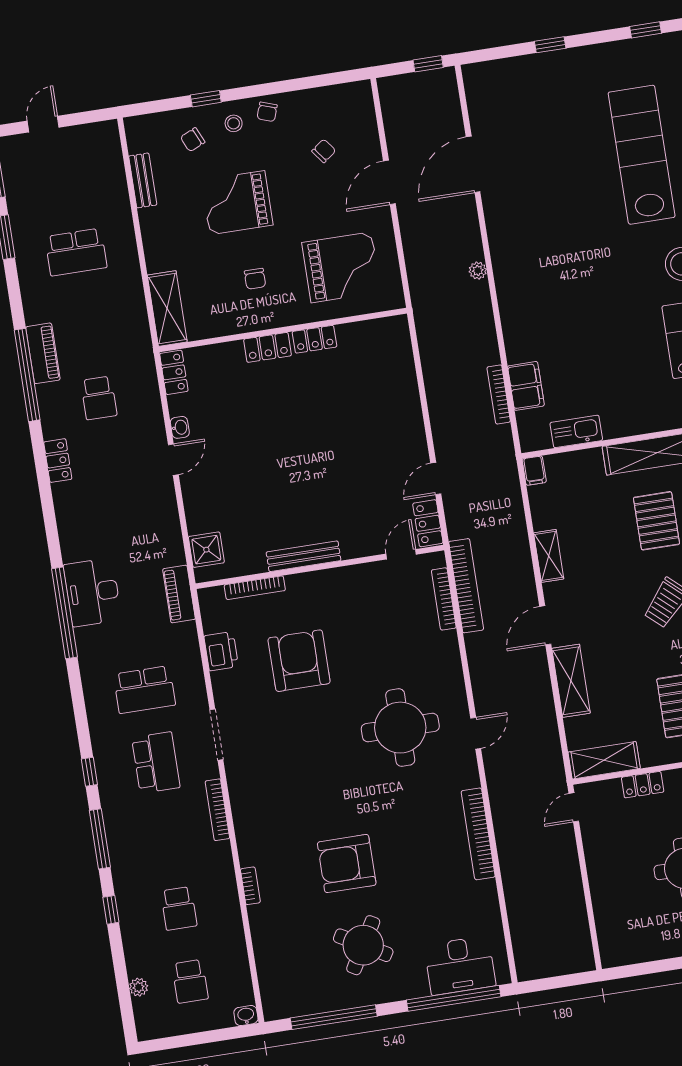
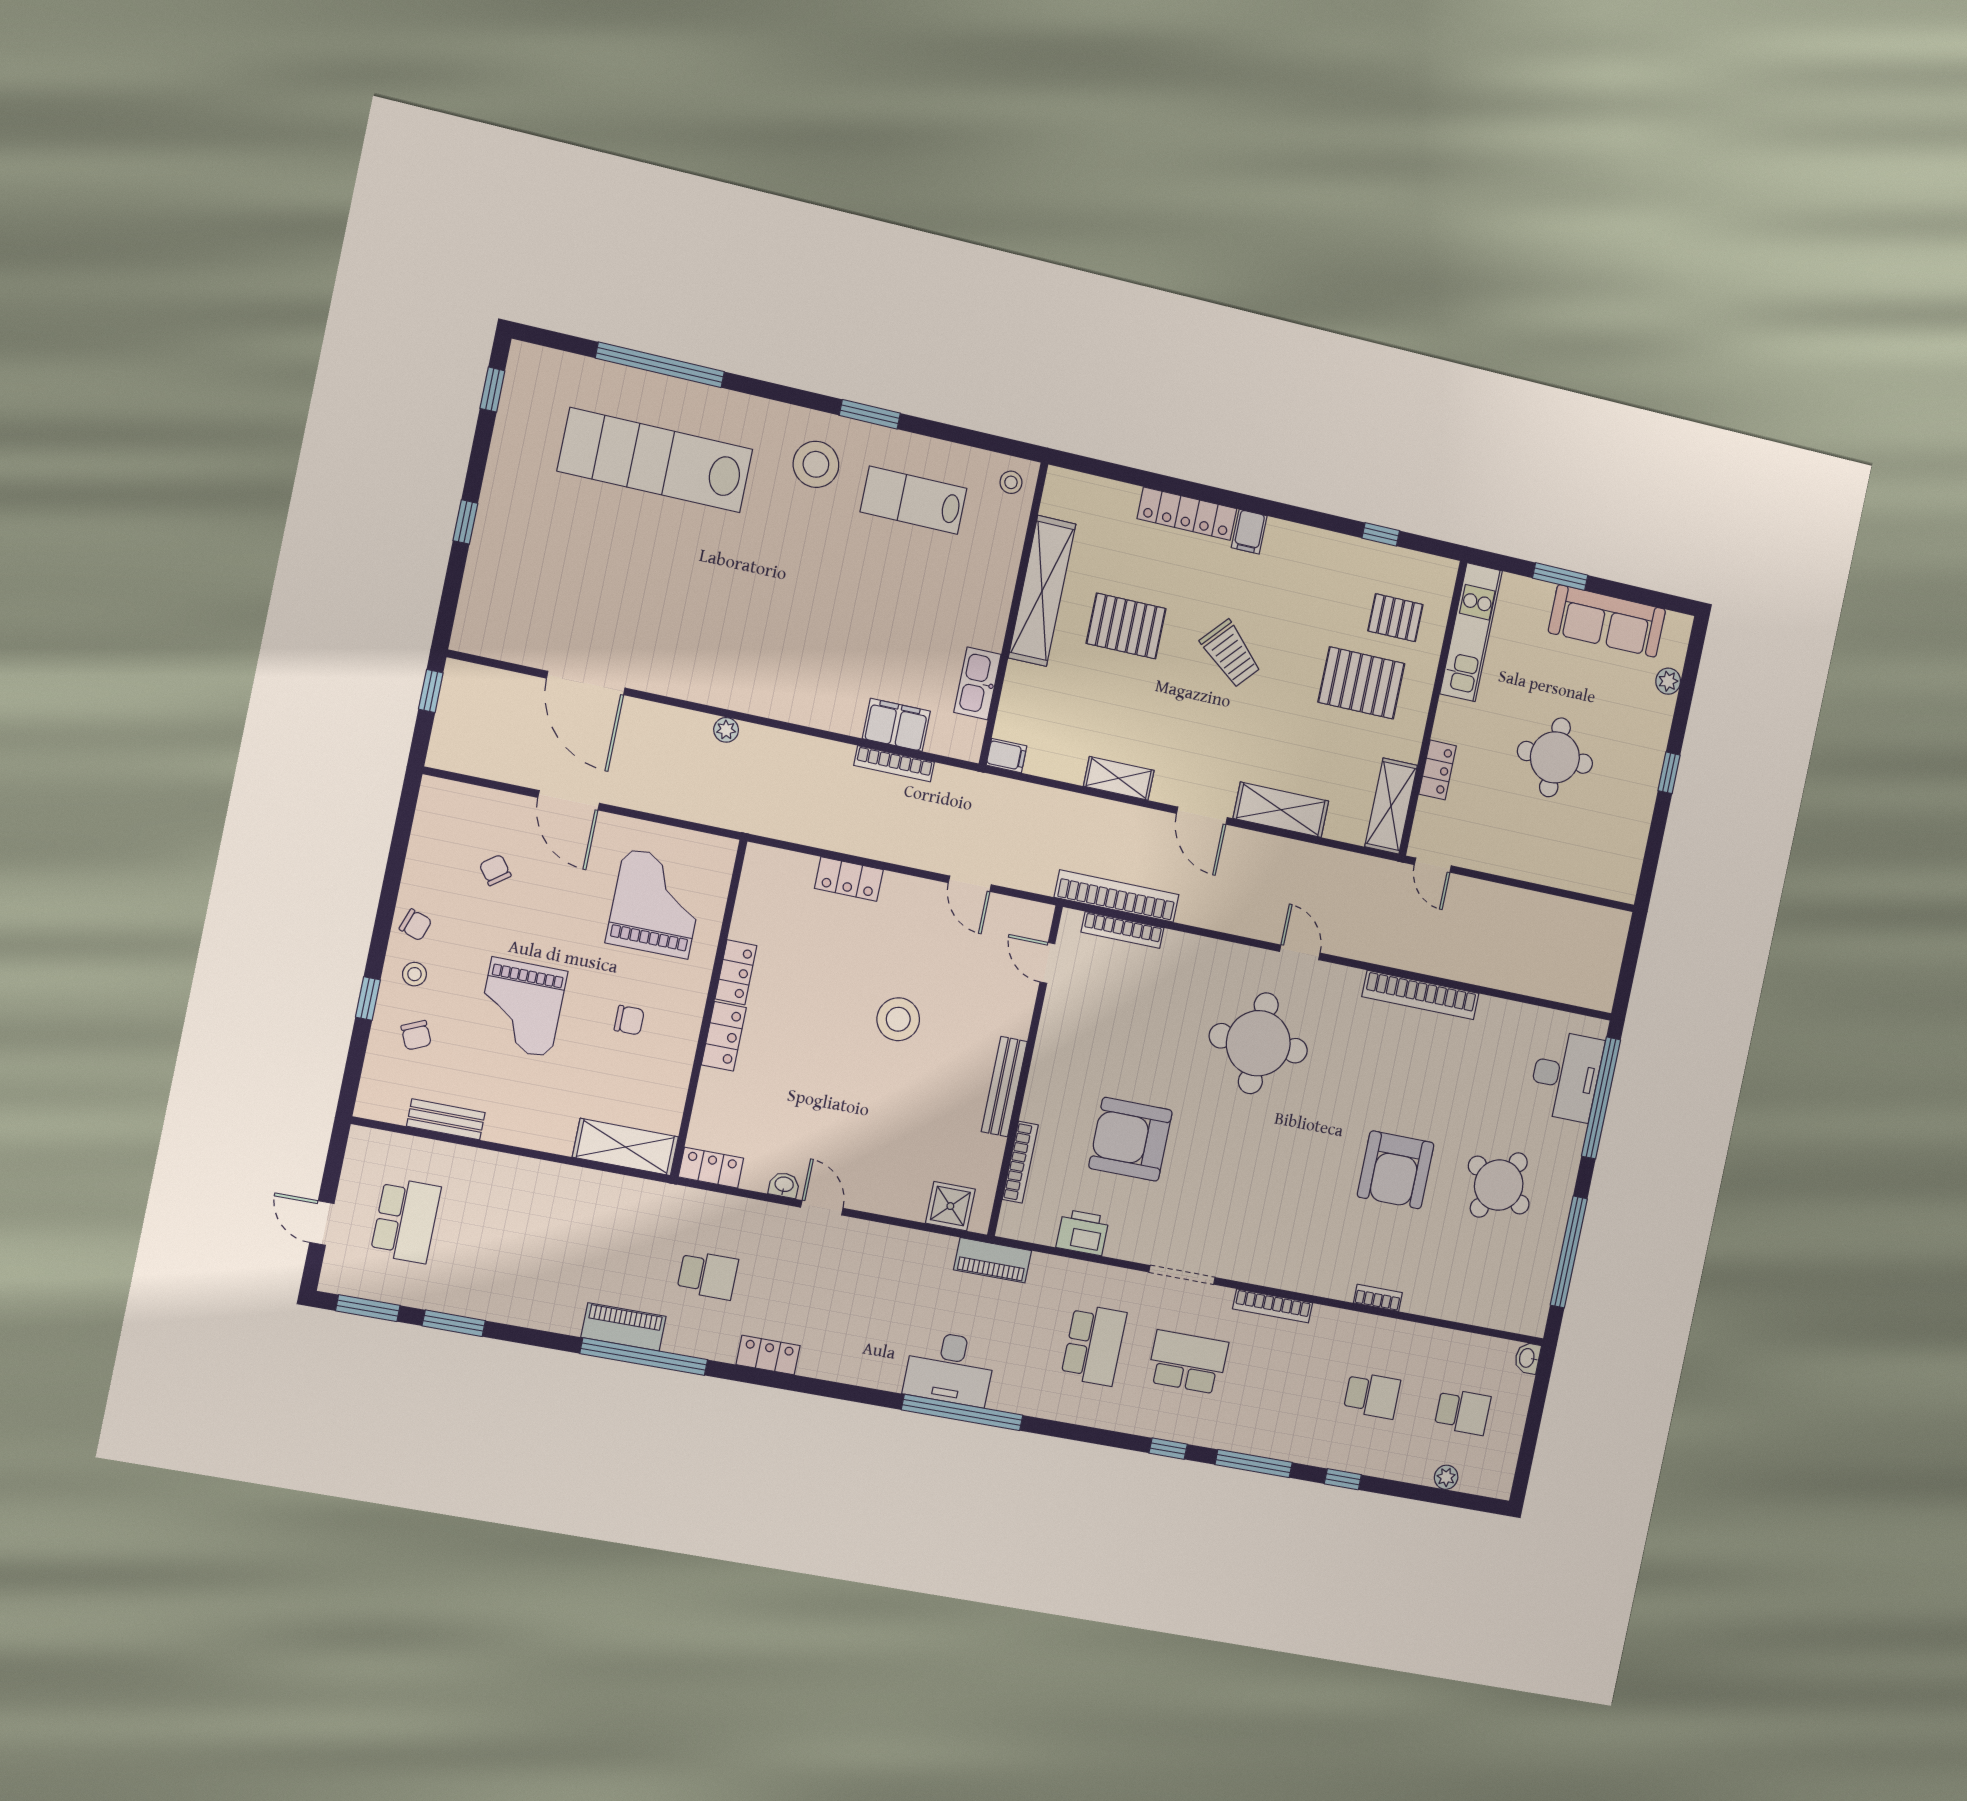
school desk: (76, 252) -> (406, 1220), moved
stool: (323, 464) -> (898, 1019), added
locker: (428, 523) -> (849, 879), moved

